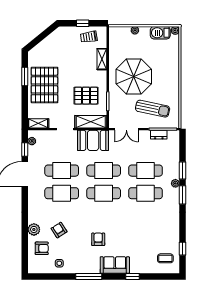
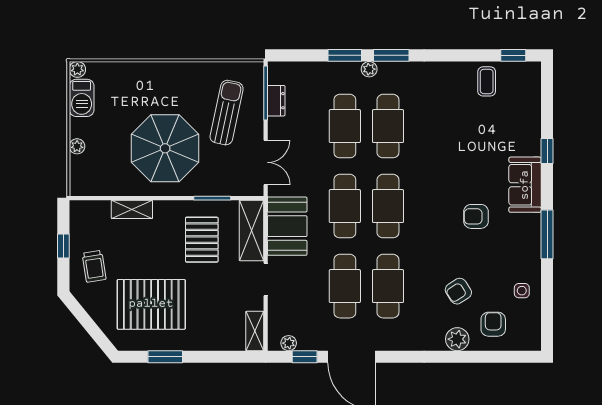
trolley: (89, 37) -> (94, 266), moved
pallet: (44, 85) -> (151, 304), moved
window: (183, 249) -> (513, 55), moved
coffee table: (165, 258) -> (487, 81), moved

